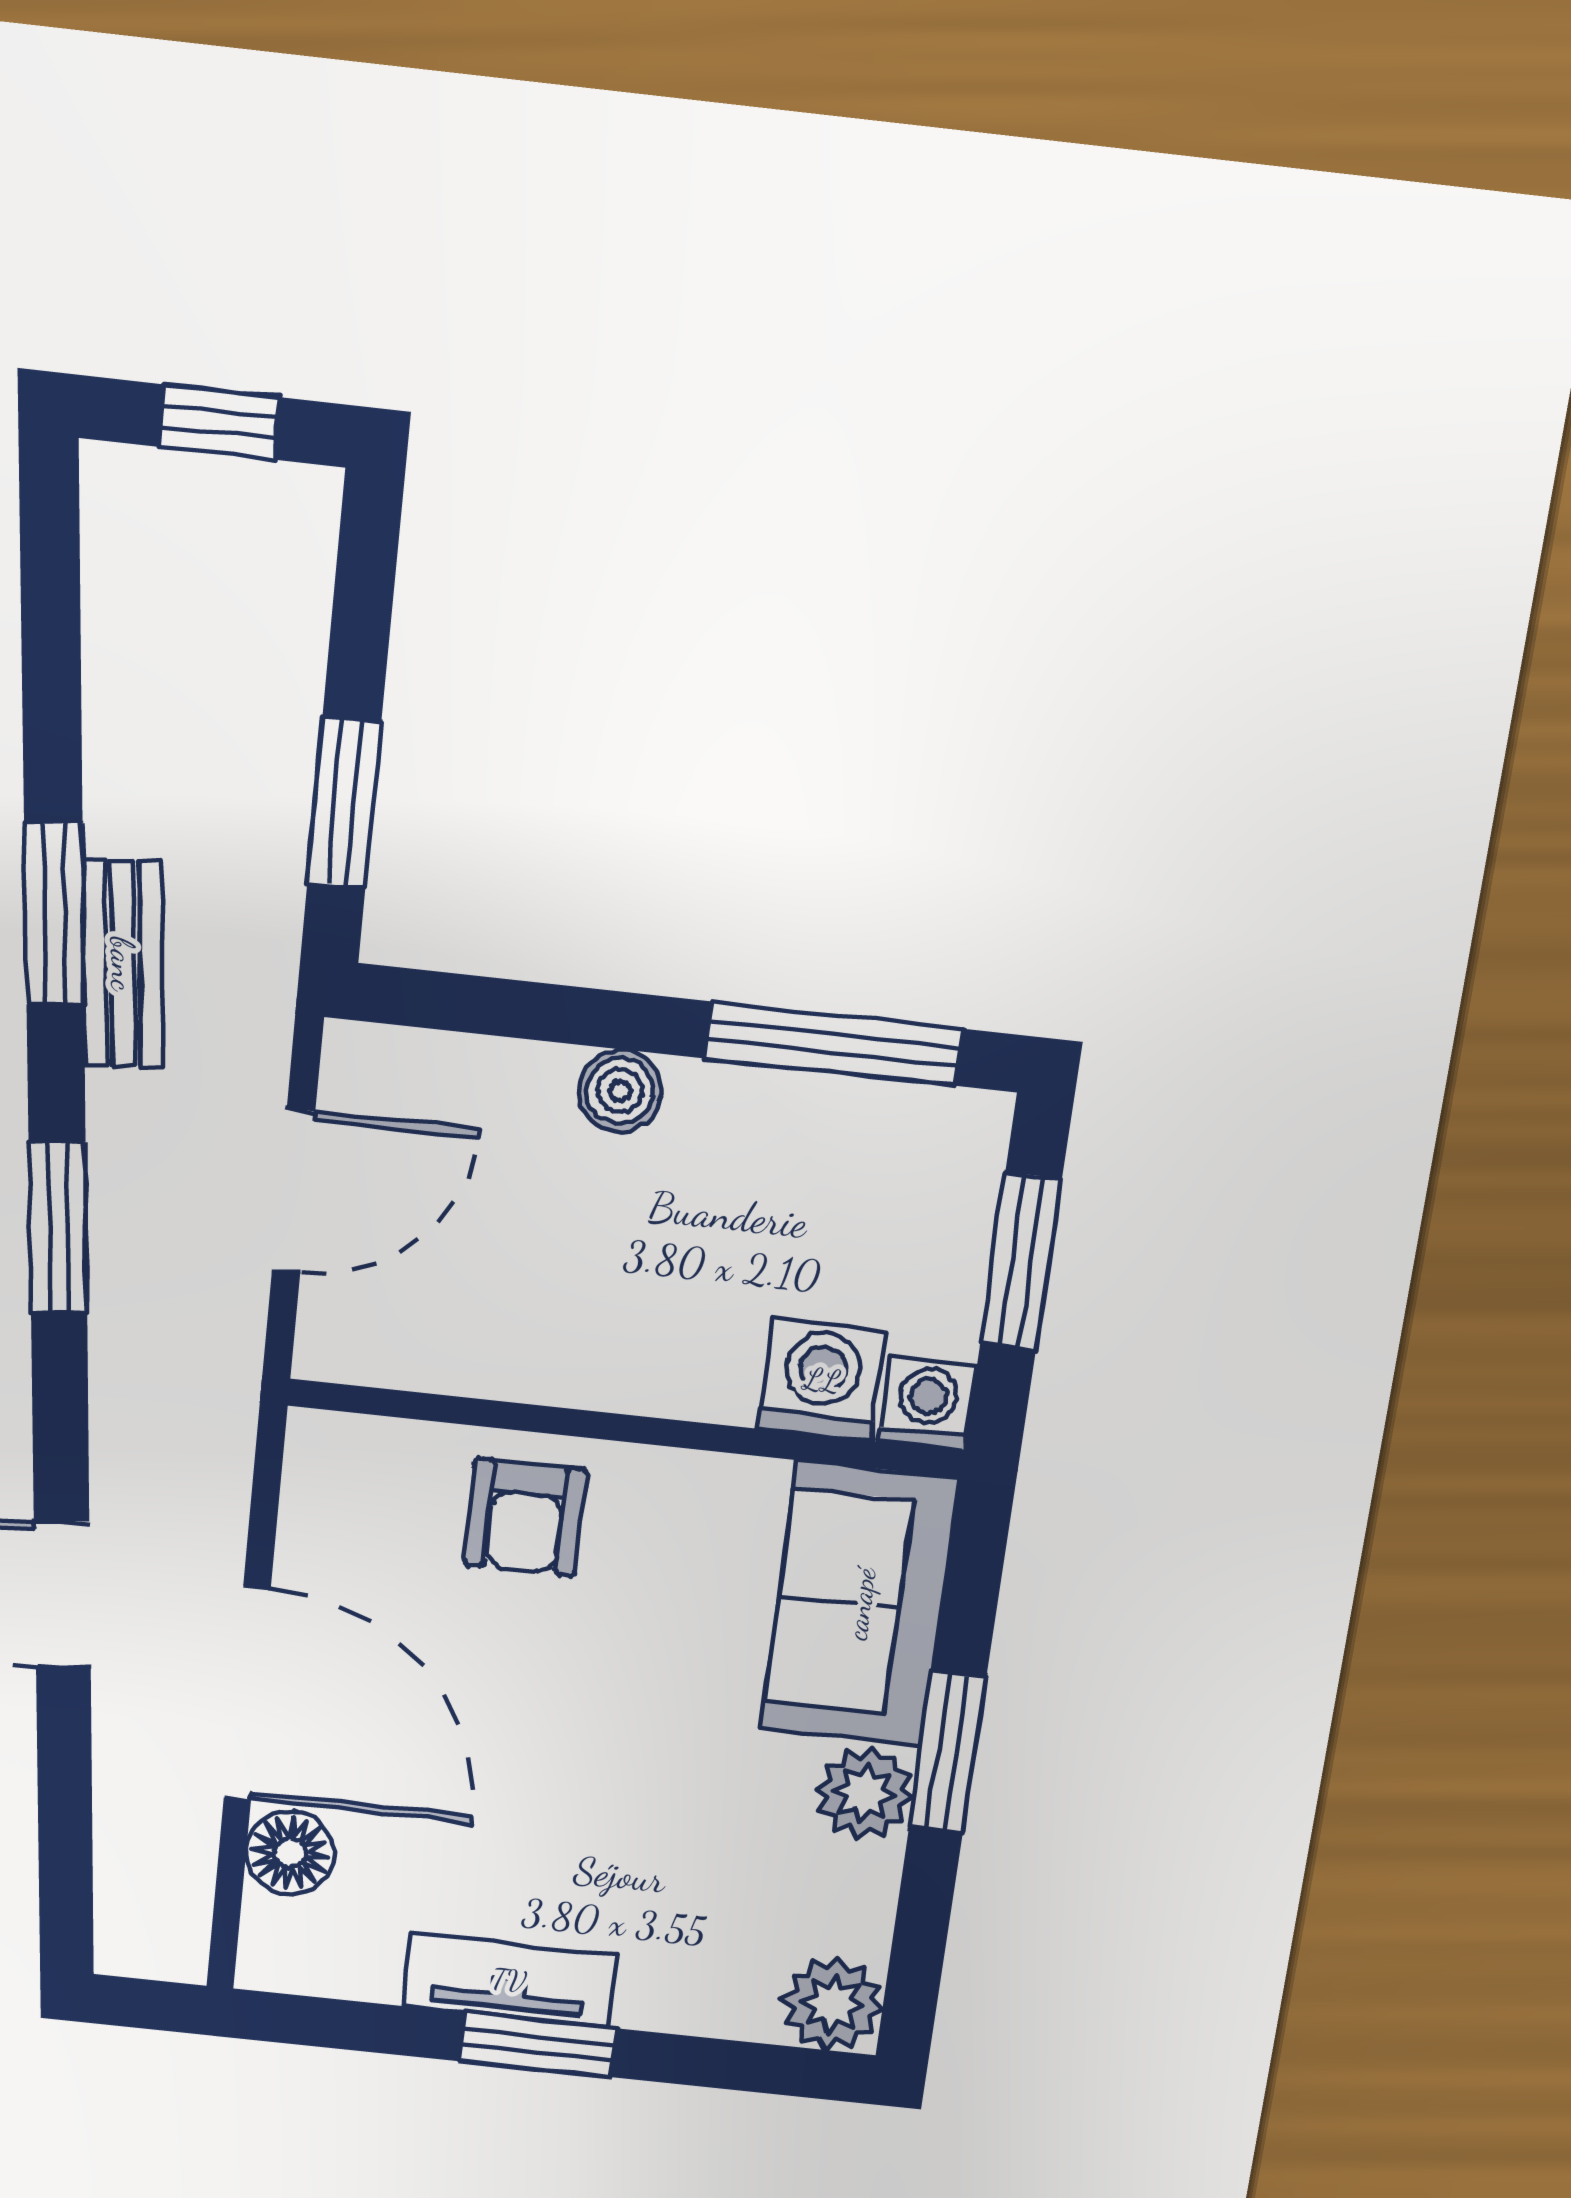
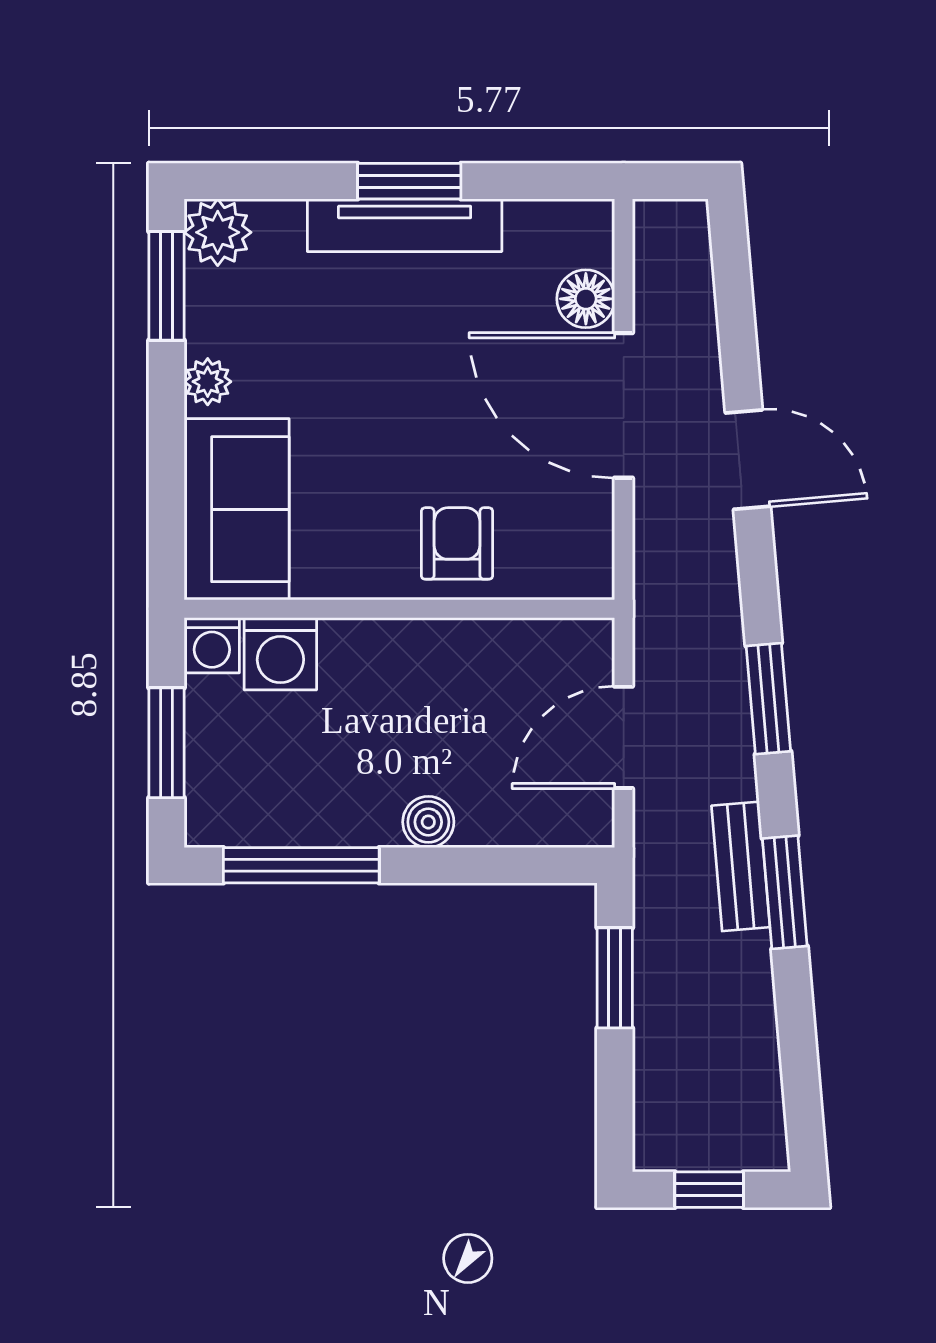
window: (948, 1752) -> (167, 286), moved
plant: (865, 1793) -> (208, 382), width x0.73, depth x0.73
tv unit: (509, 1980) -> (405, 225), width x1.41

